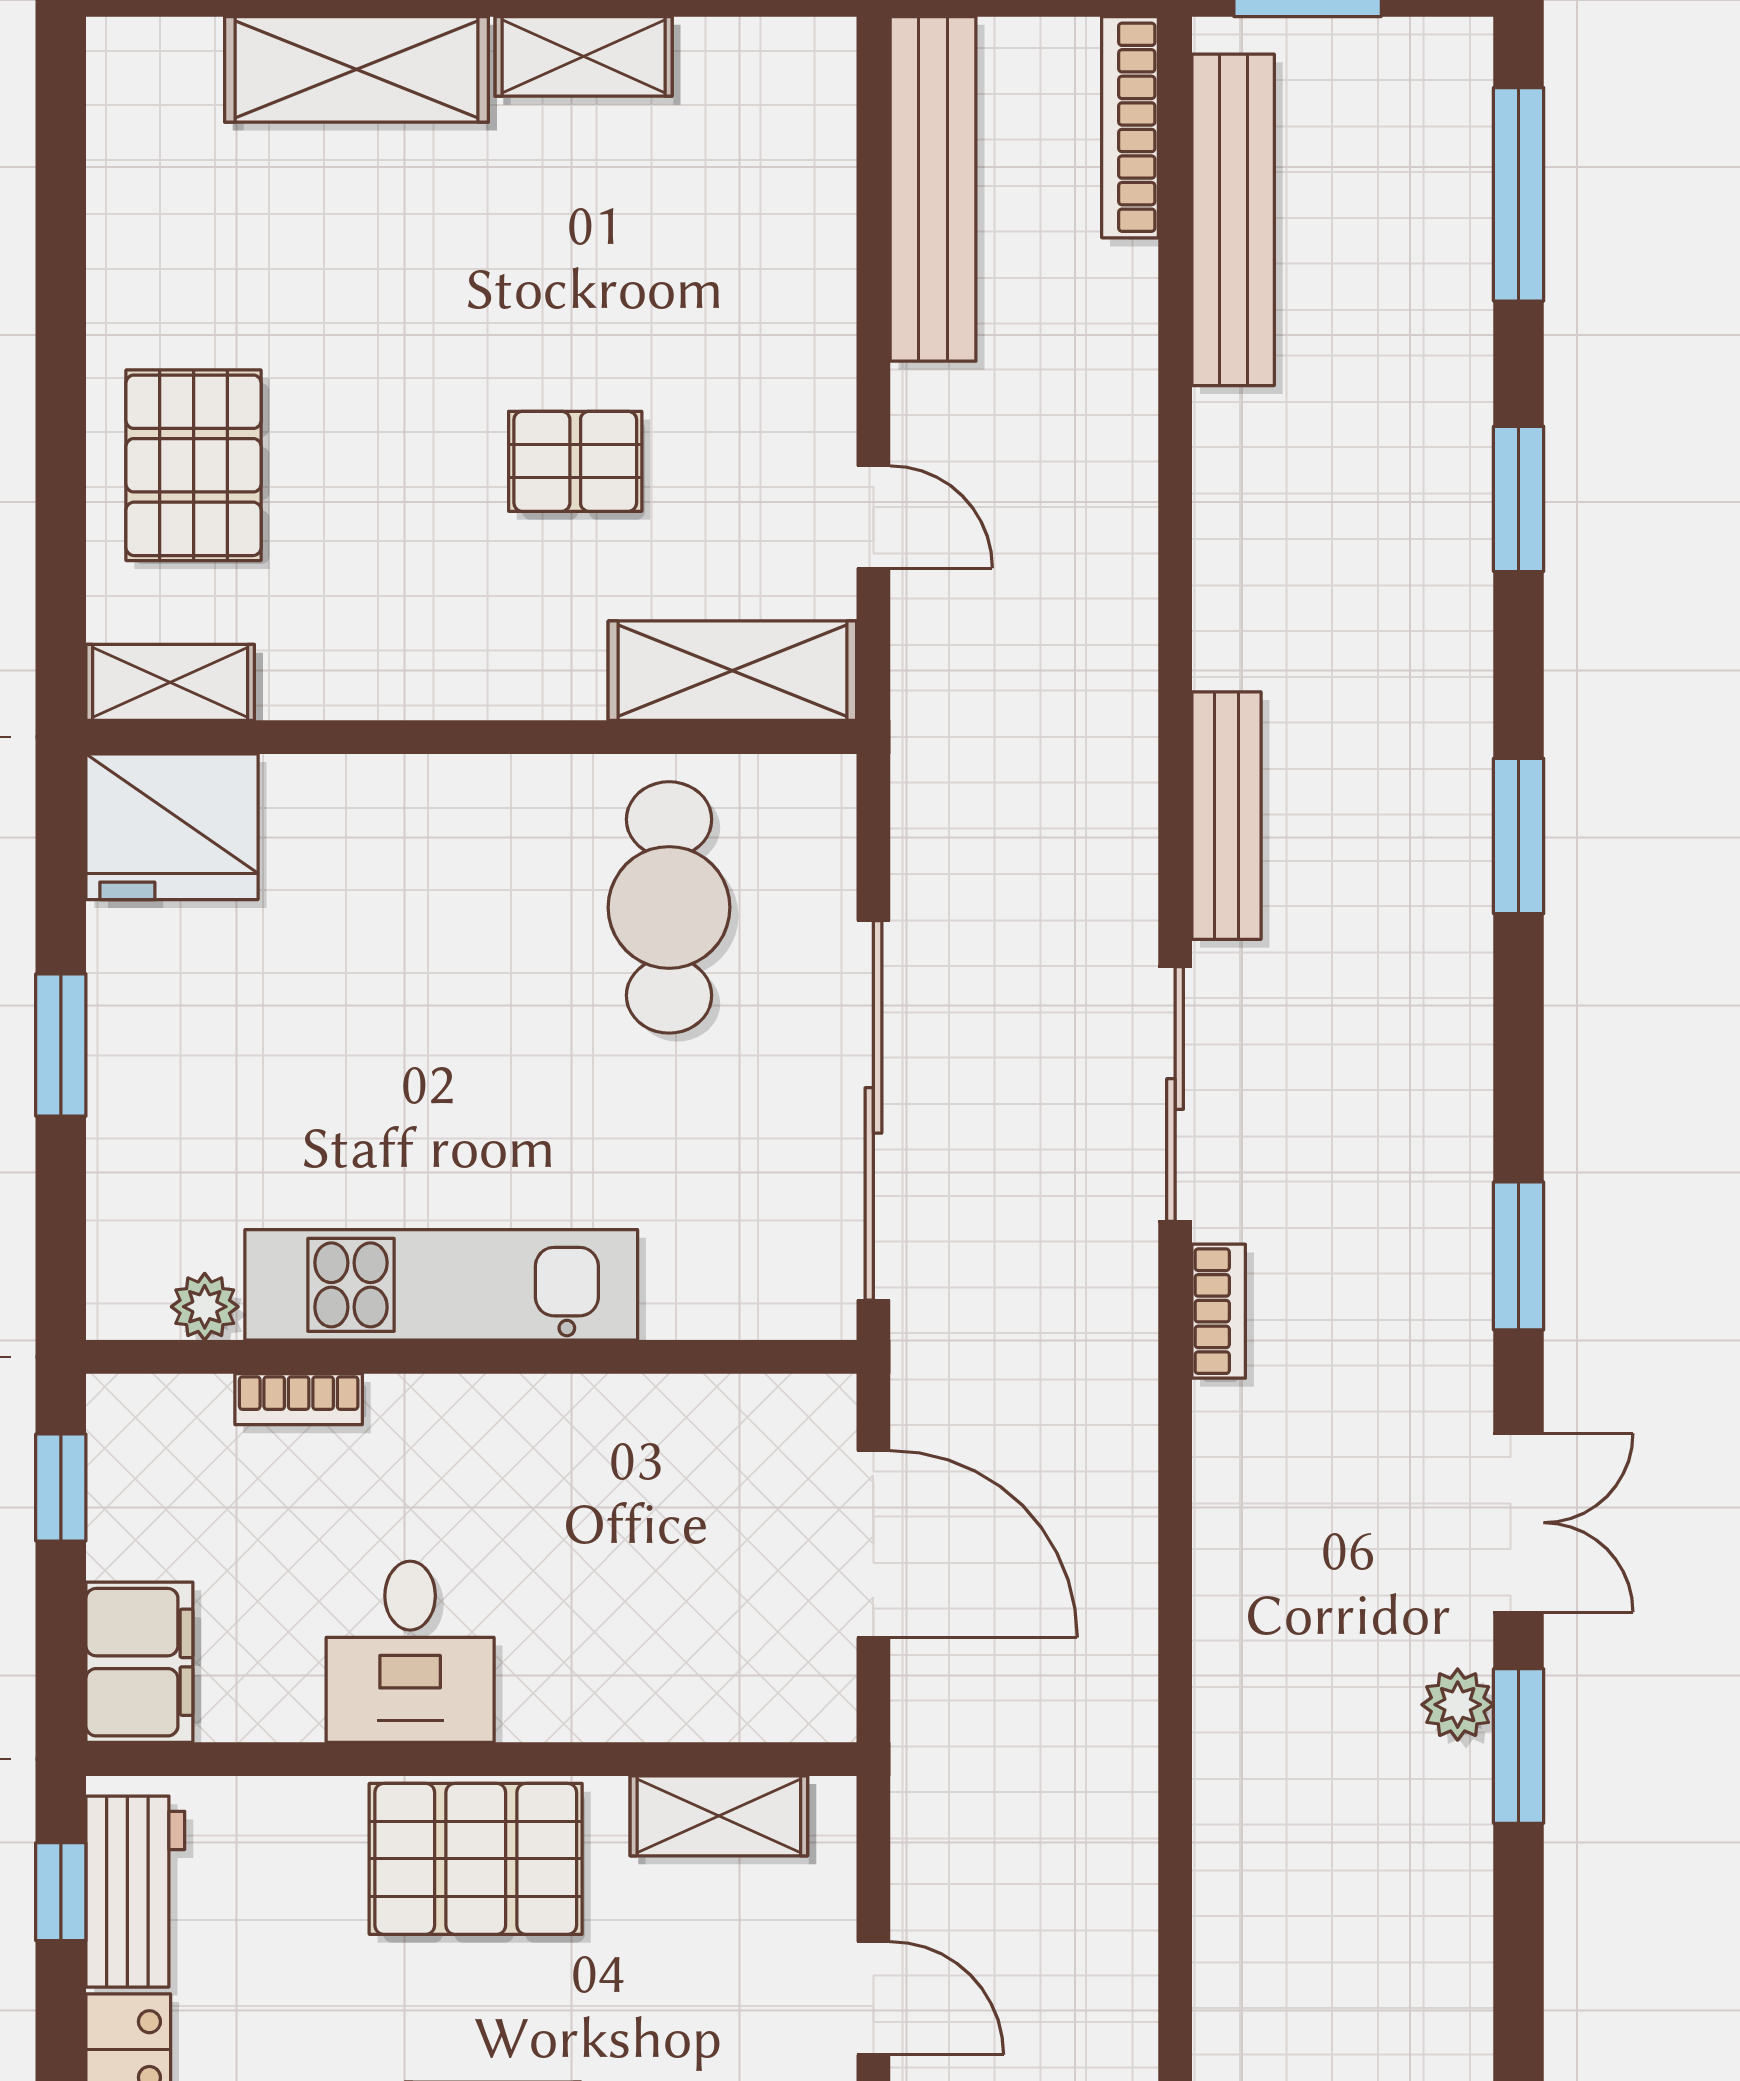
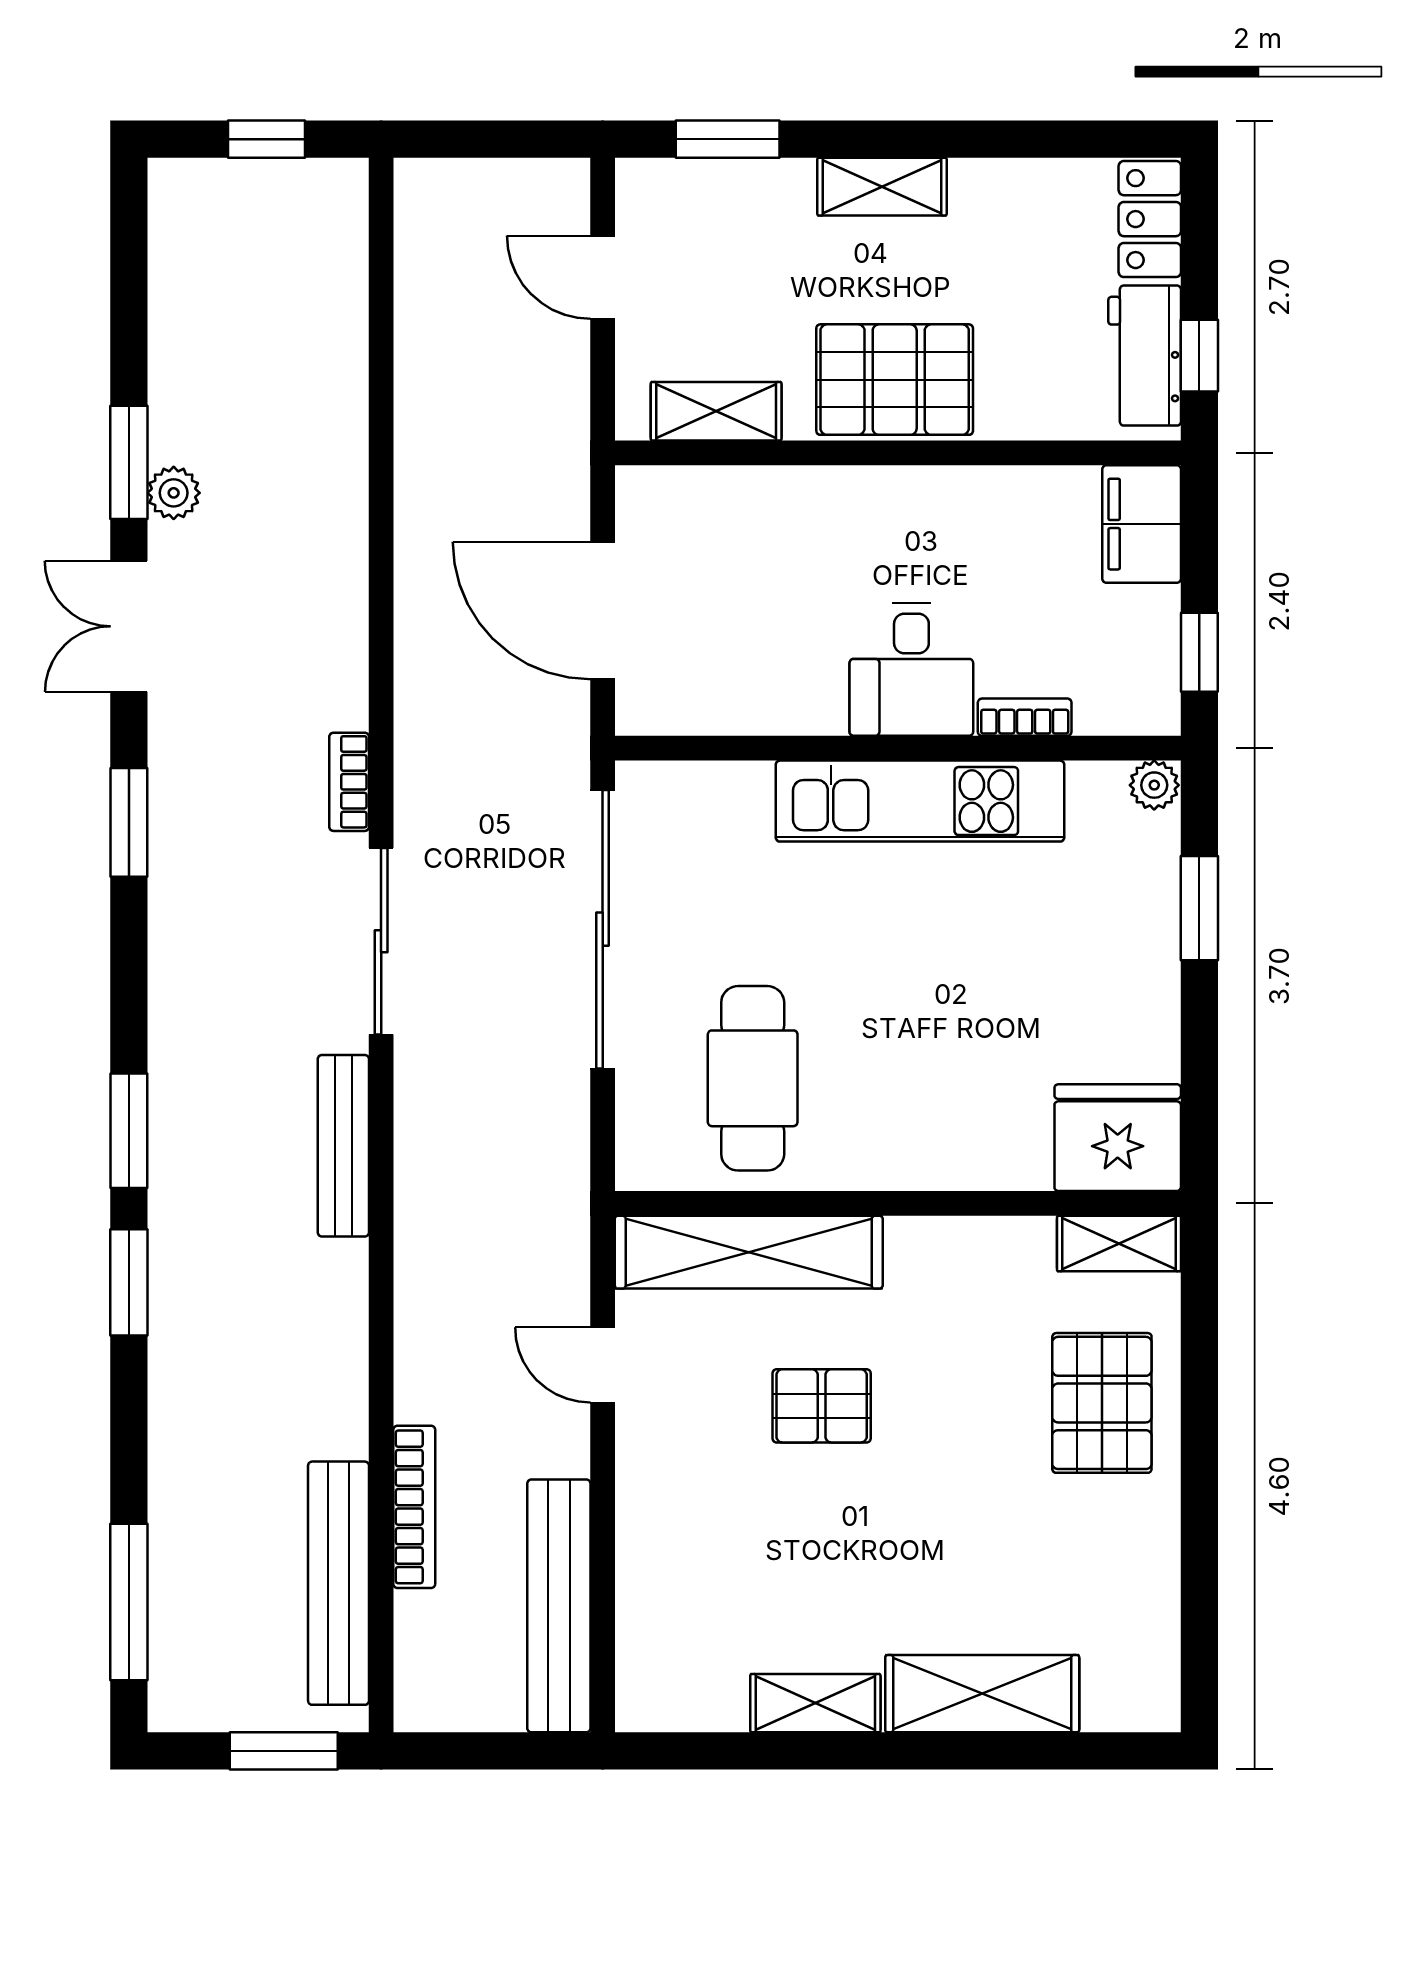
bookcase: (1130, 127) -> (414, 1507), moved
window: (1519, 499) -> (129, 1282), moved
shelving: (732, 671) -> (749, 1252), width x1.47
window: (61, 1045) -> (1199, 908), moved
plant: (205, 1307) -> (1154, 785), moved
desk: (410, 1652) -> (911, 669), moved, turned 180

